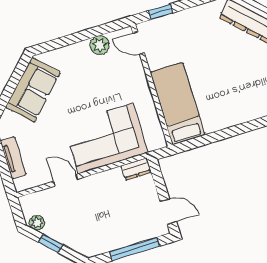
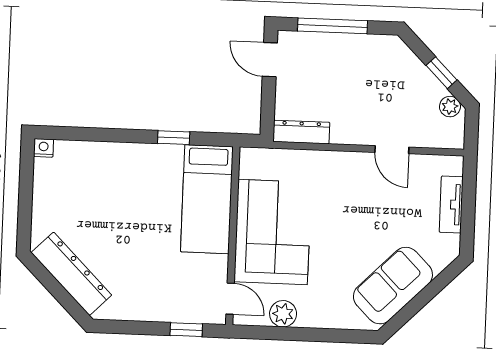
window: (214, 137) -> (174, 138), added
corner sofa: (106, 138) -> (273, 232), moved, turned -90
dresser: (136, 169) -> (301, 132), width x1.44

